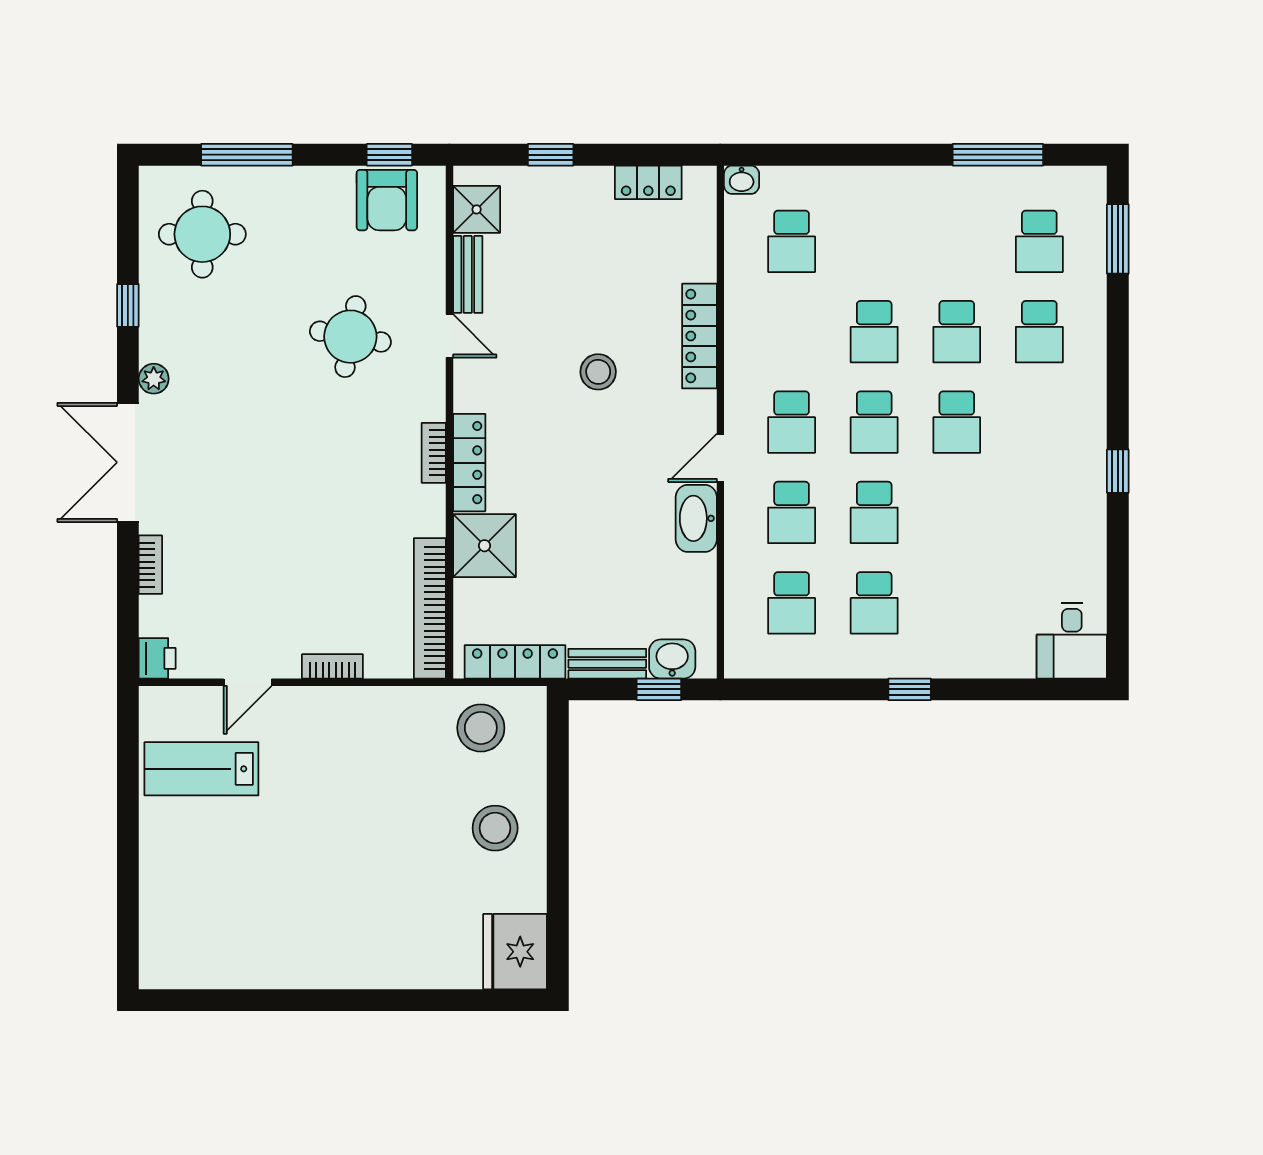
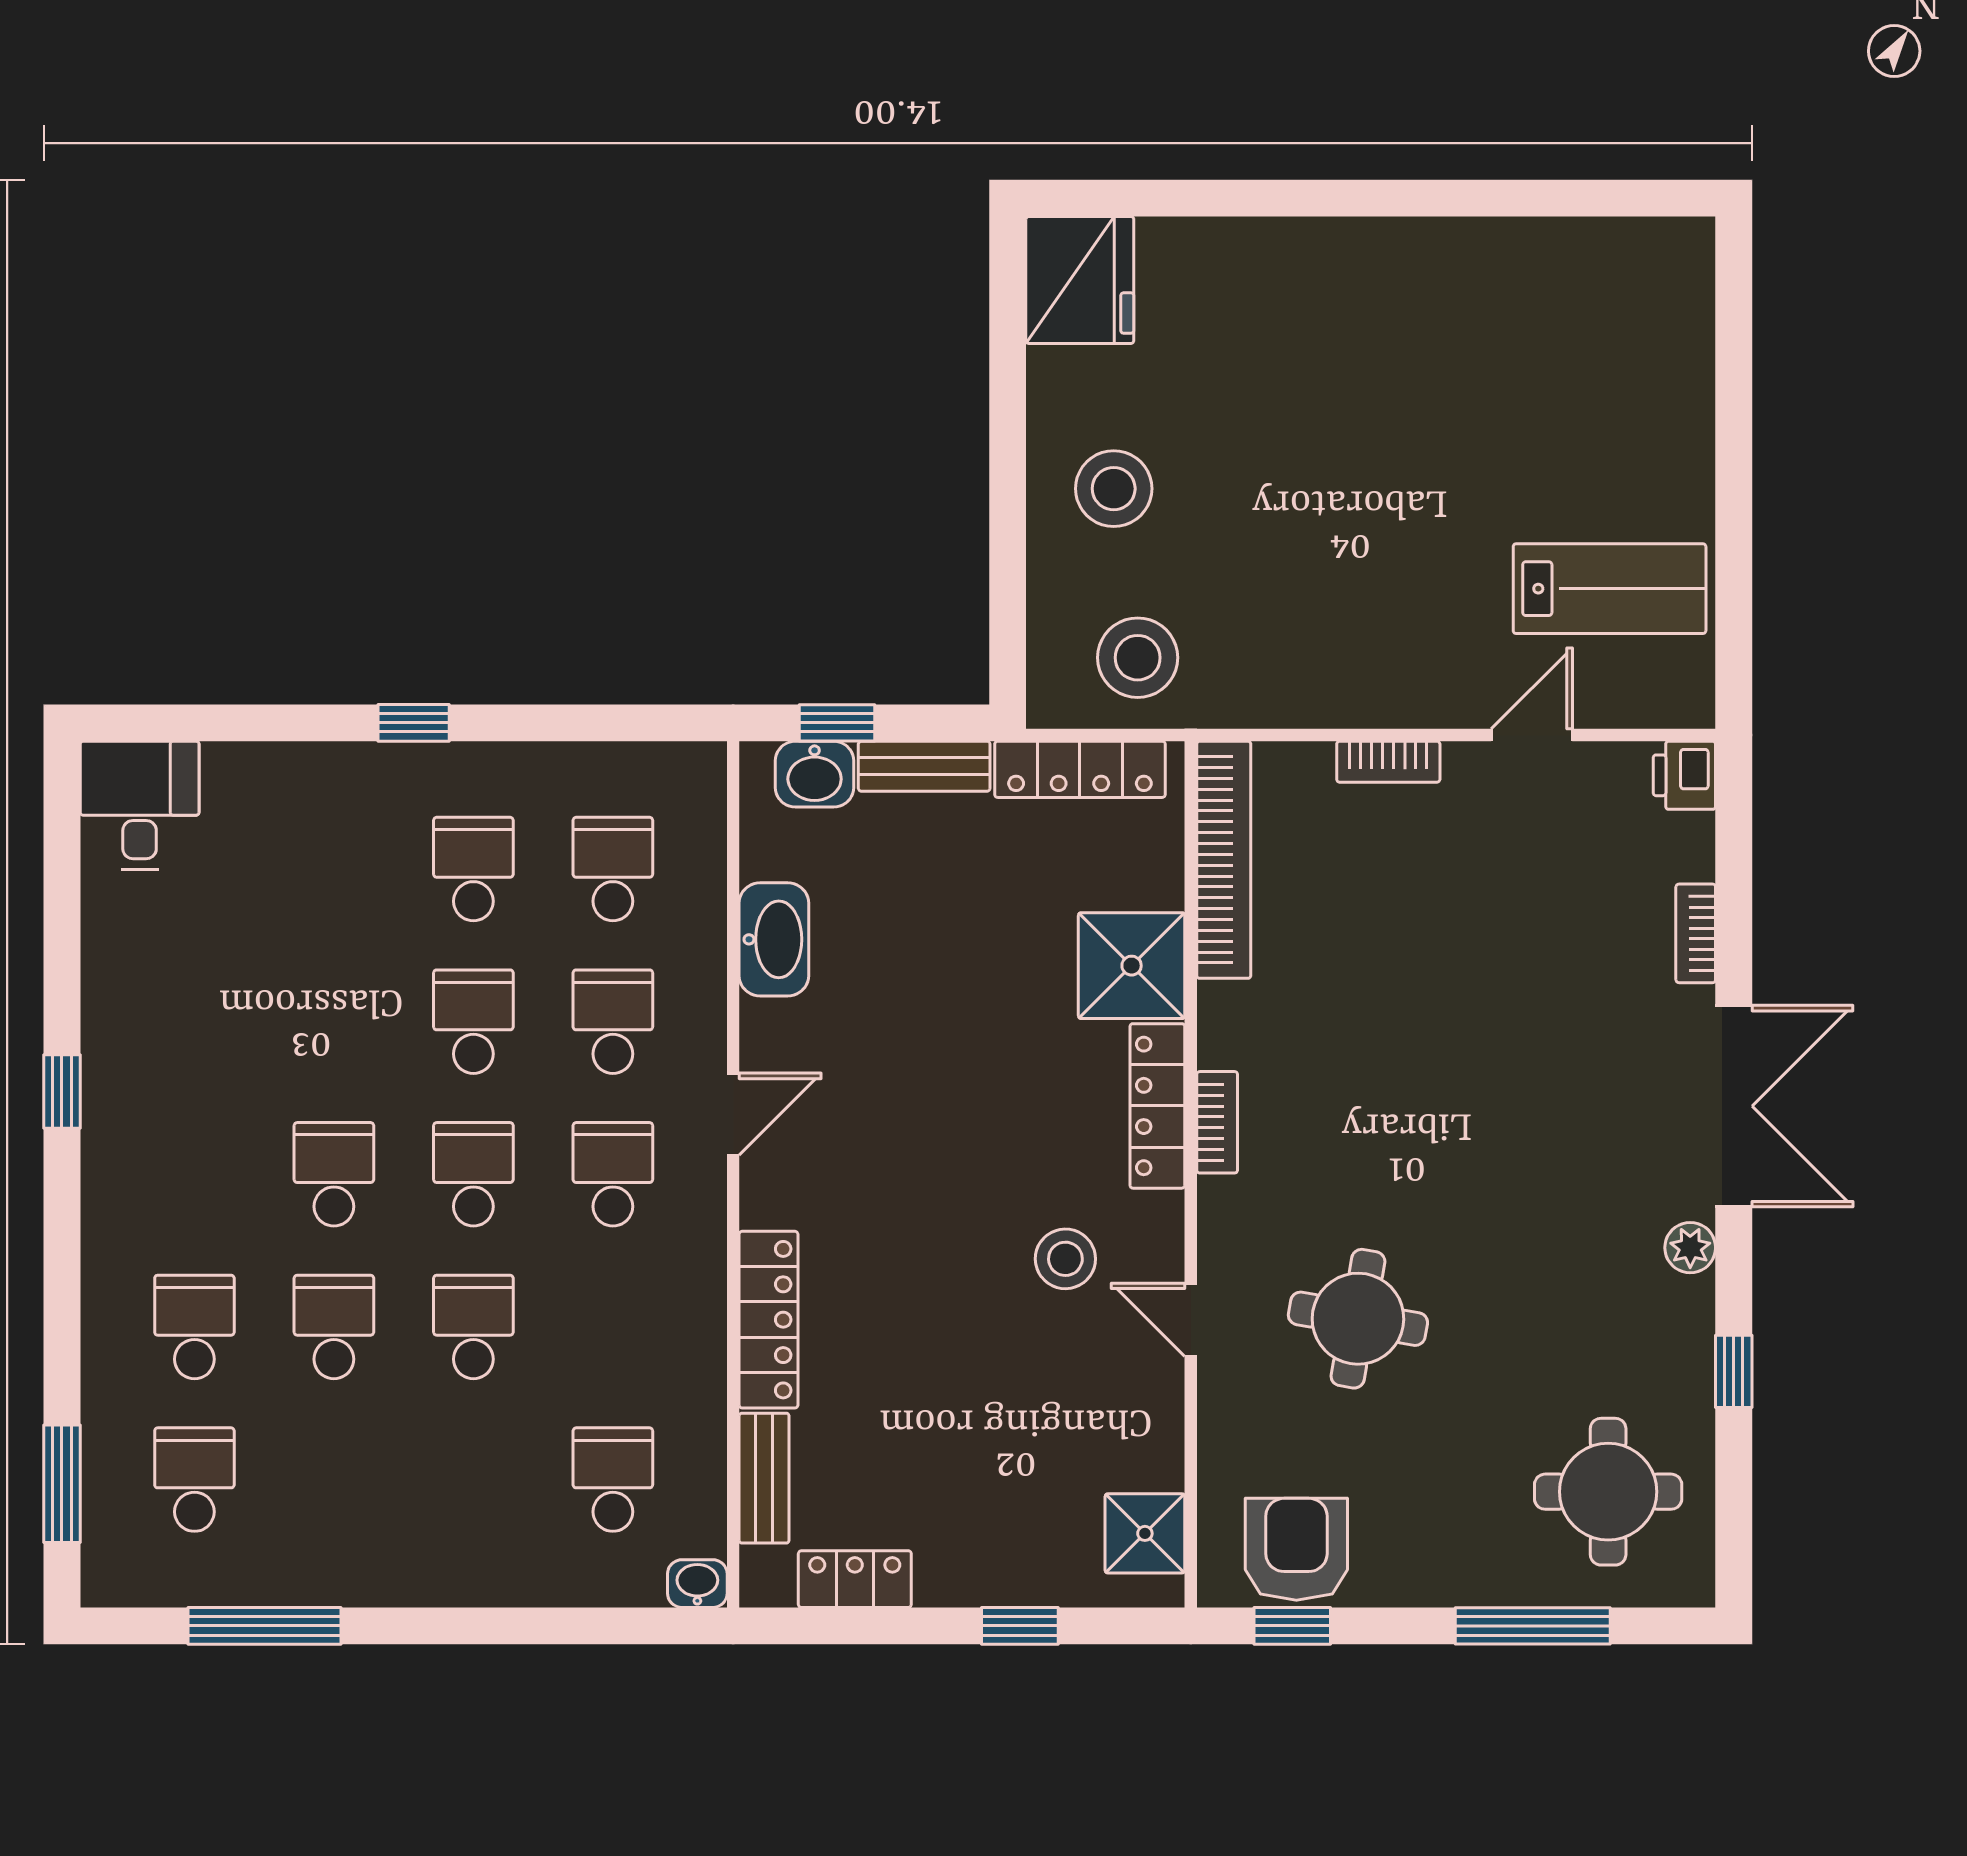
bench: (468, 274) -> (764, 1478), moved
stool: (598, 372) -> (1065, 1259), moved
washbasin: (696, 518) -> (774, 939), moved

